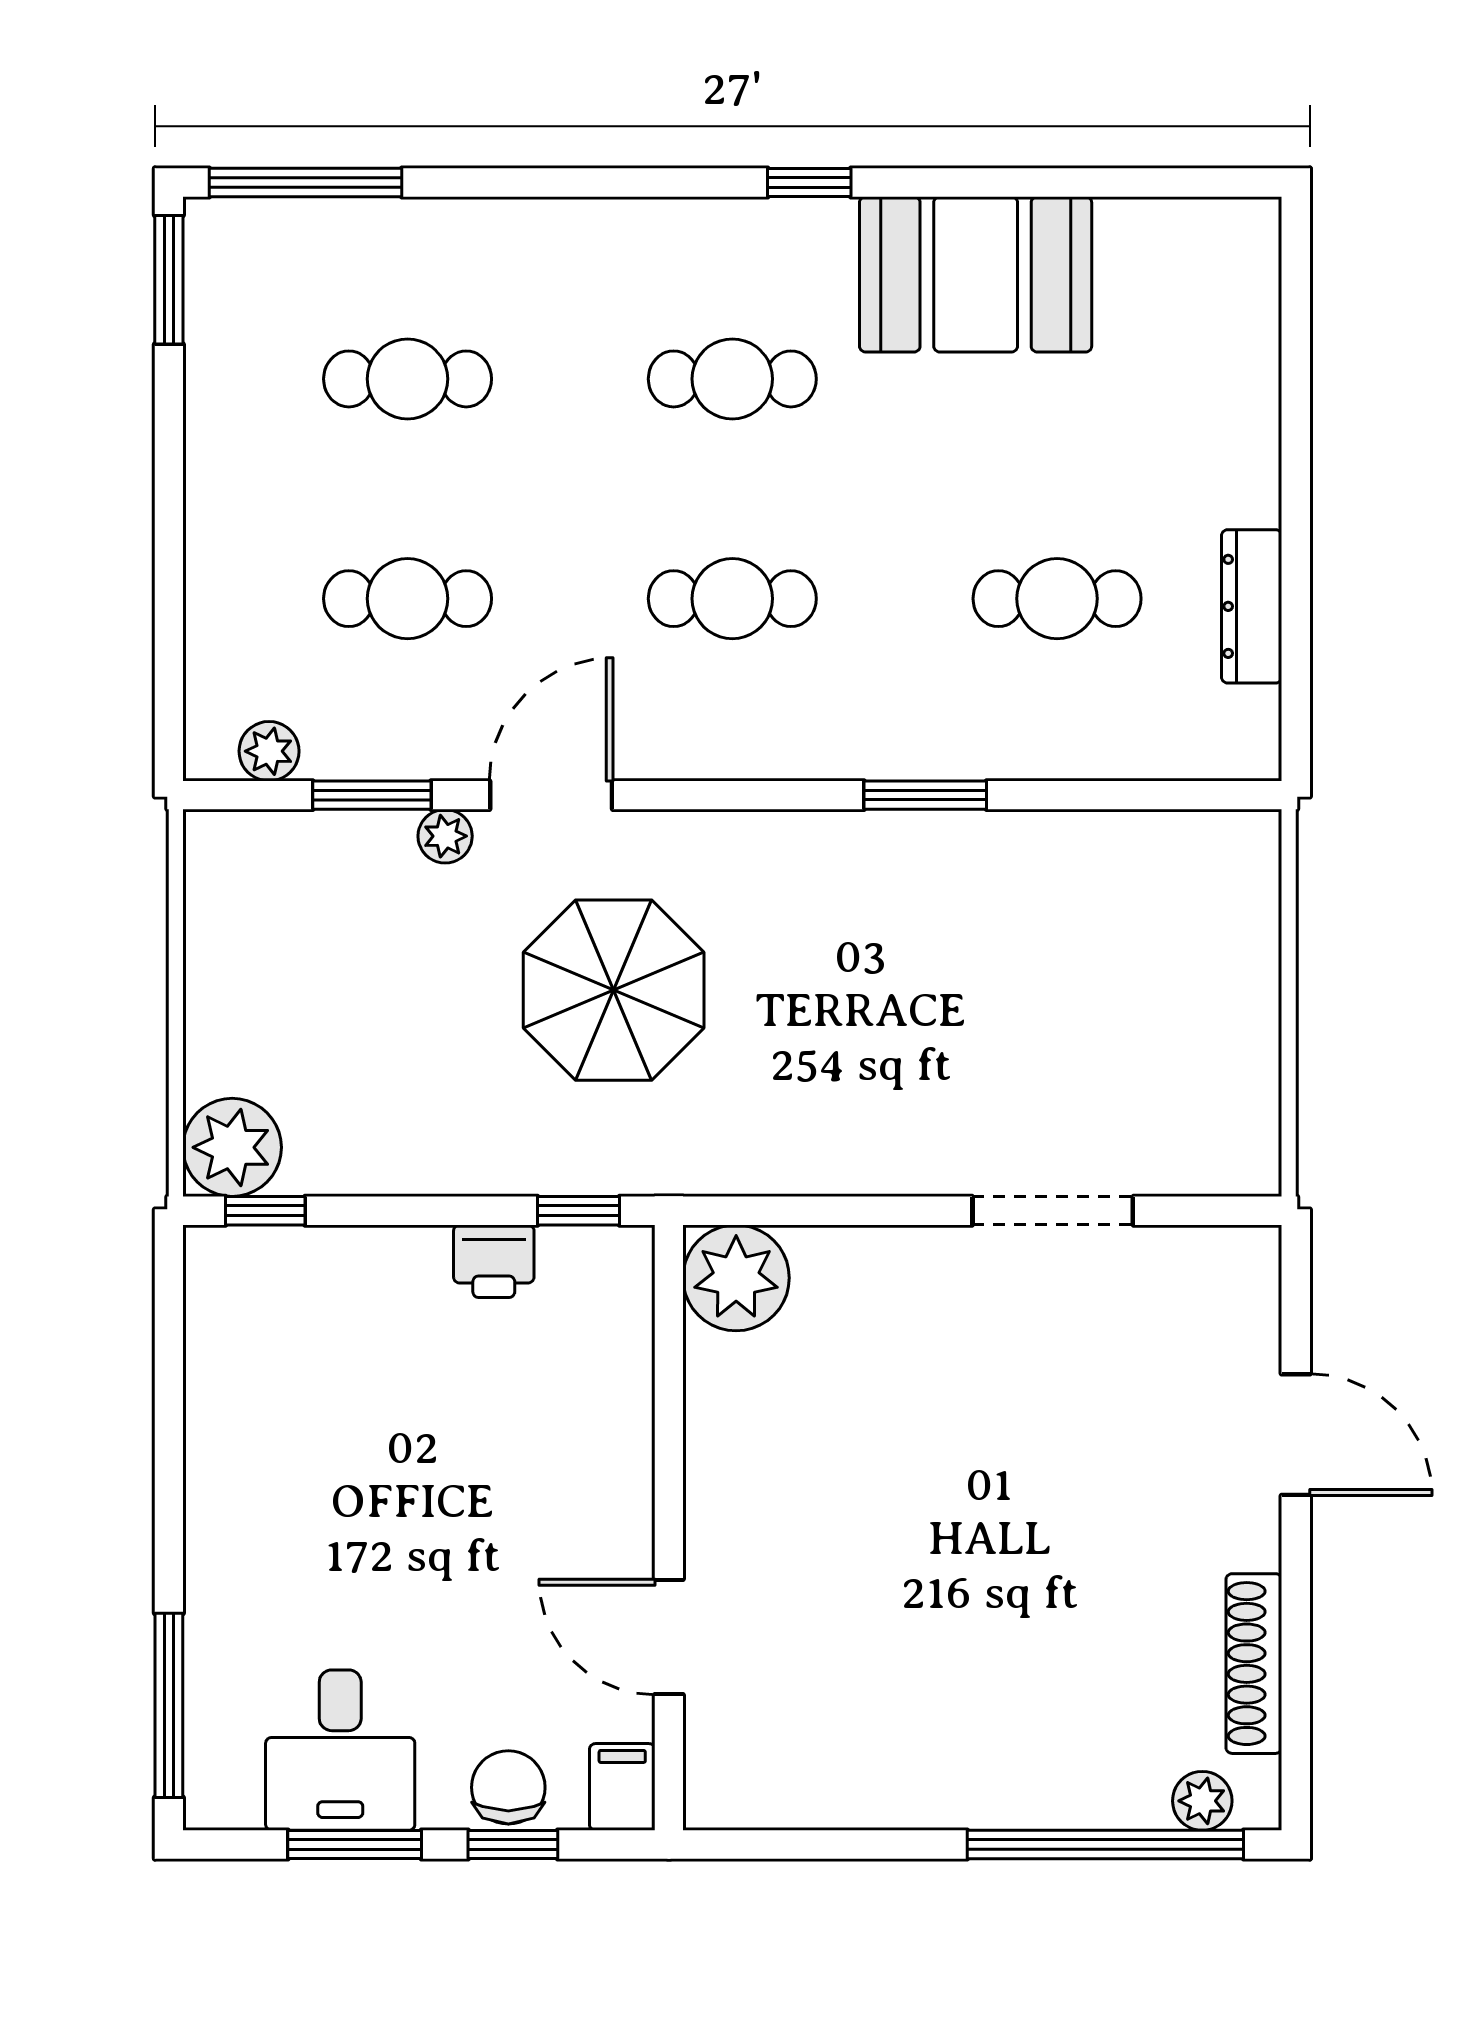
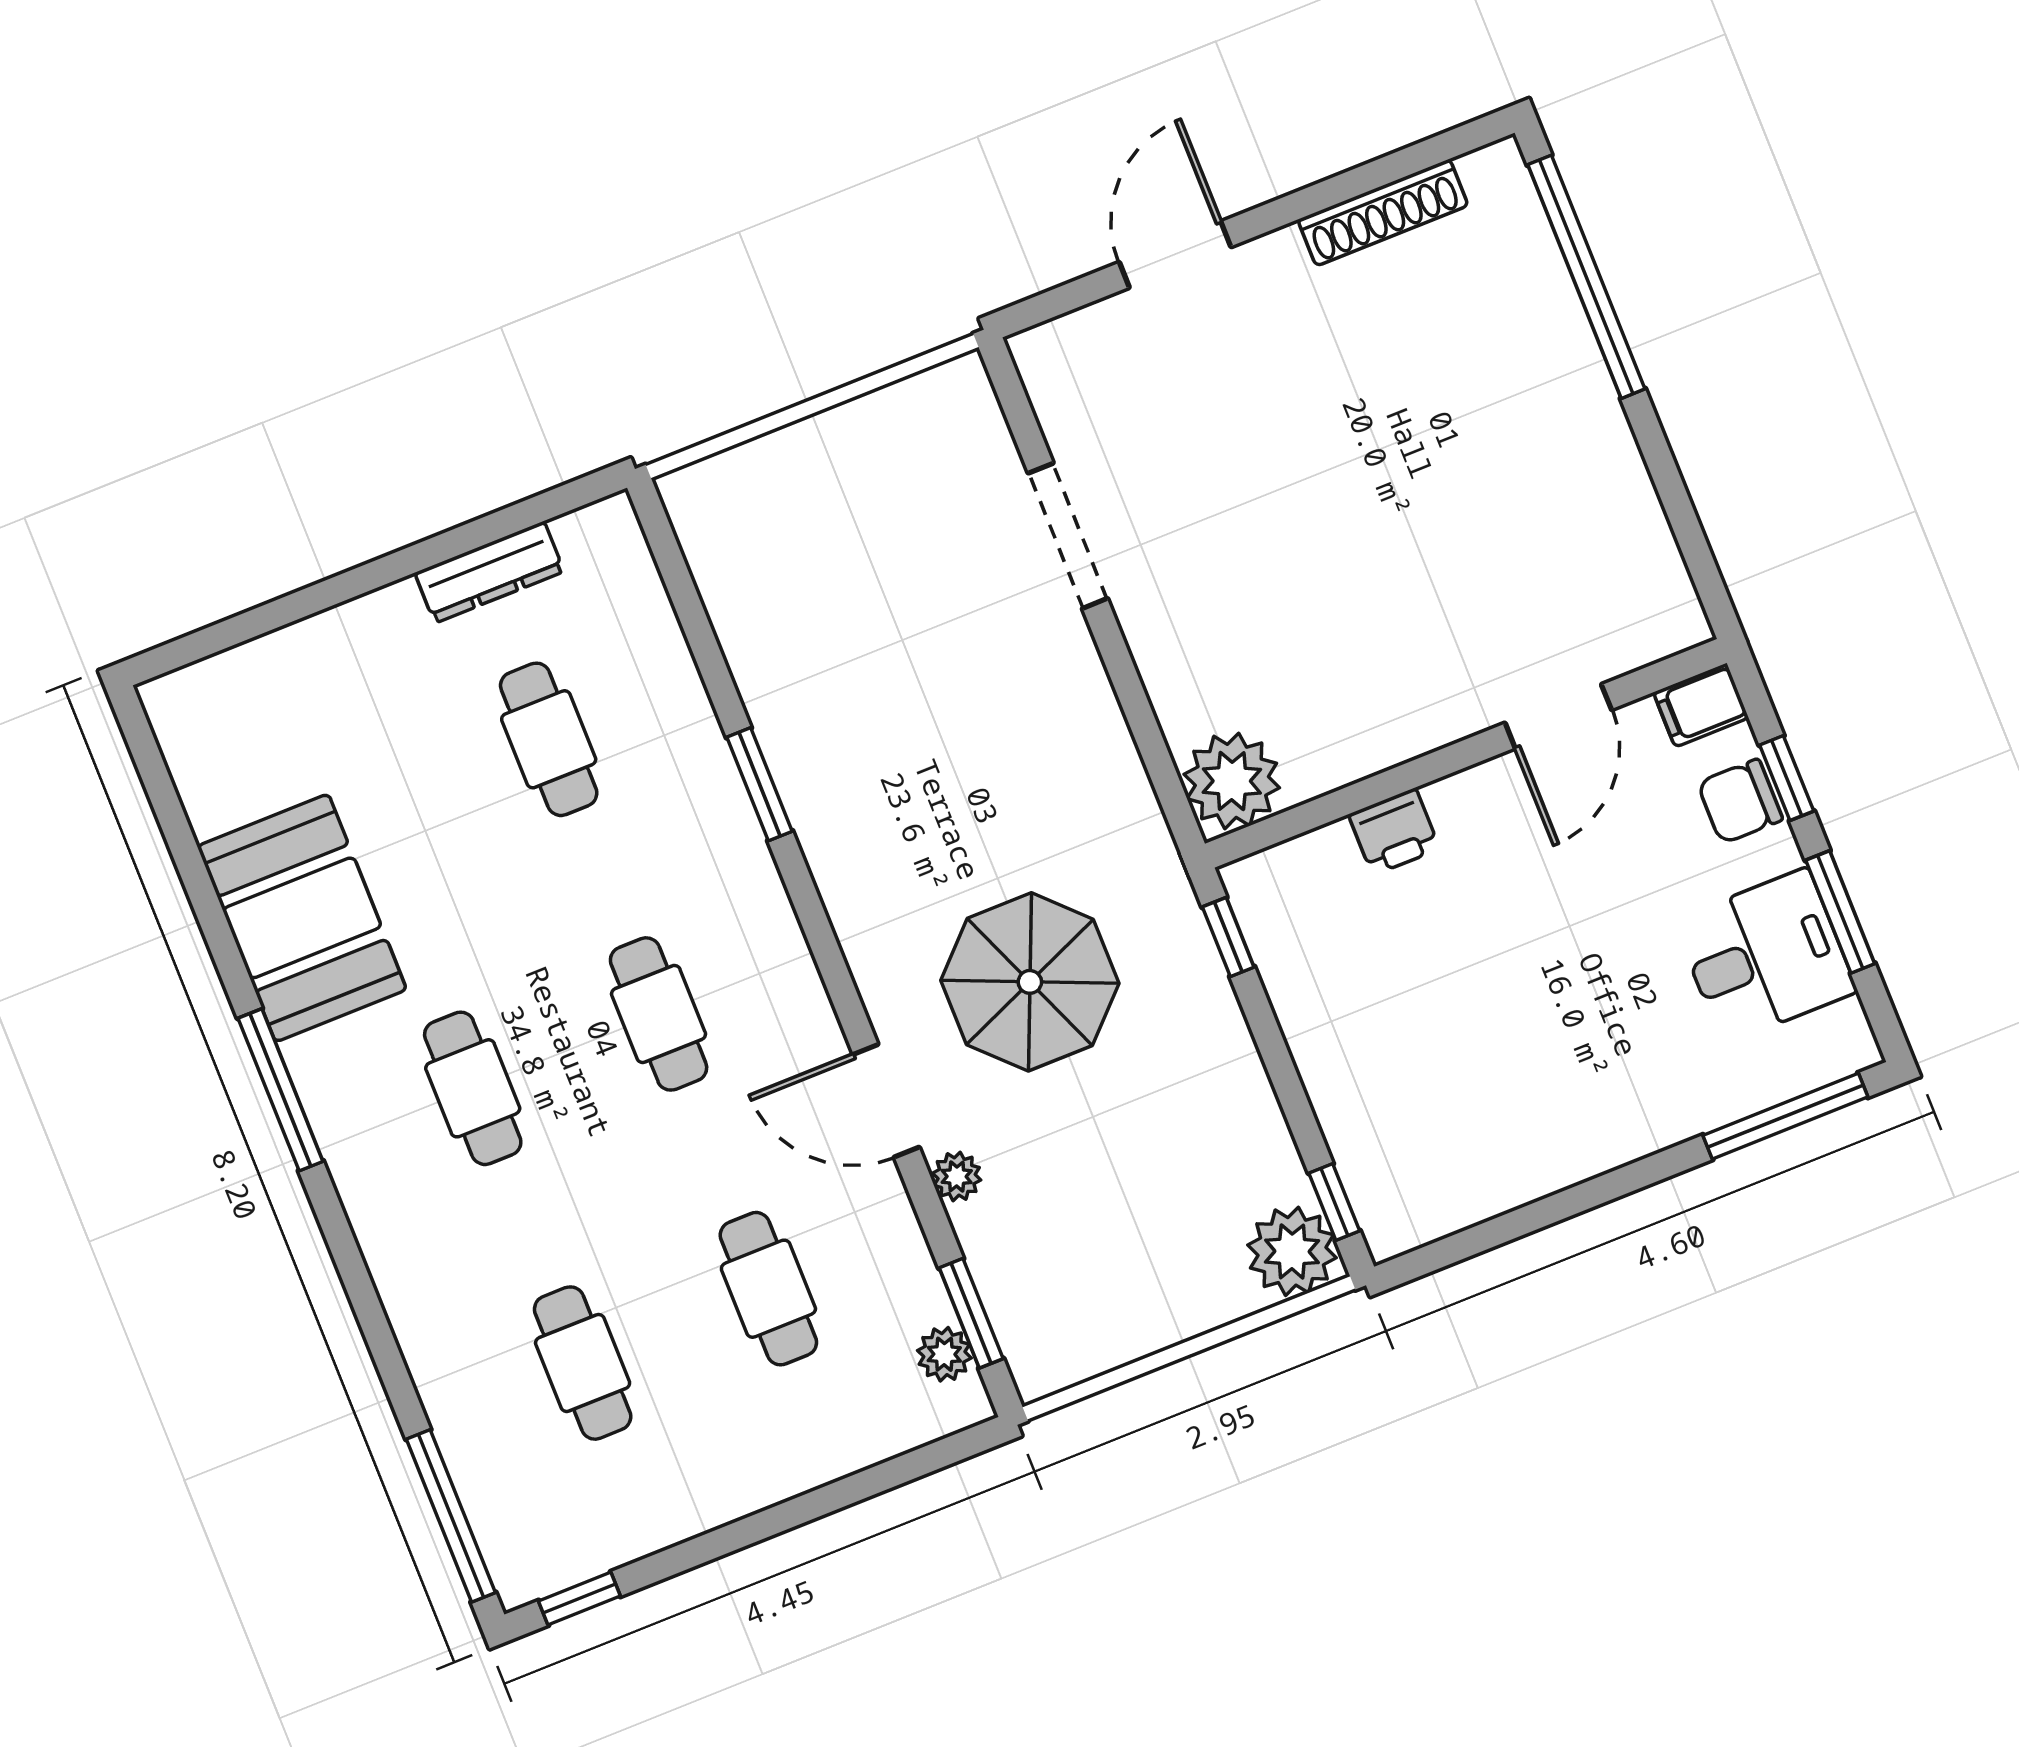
window: (809, 182) -> (280, 1090), width x2.17
window: (169, 280) -> (579, 1598), width x0.67
window: (372, 795) -> (971, 1313), moved
printer: (494, 1261) -> (1394, 832), moved, turned 90
plant: (1202, 1801) -> (1516, 210), removed

